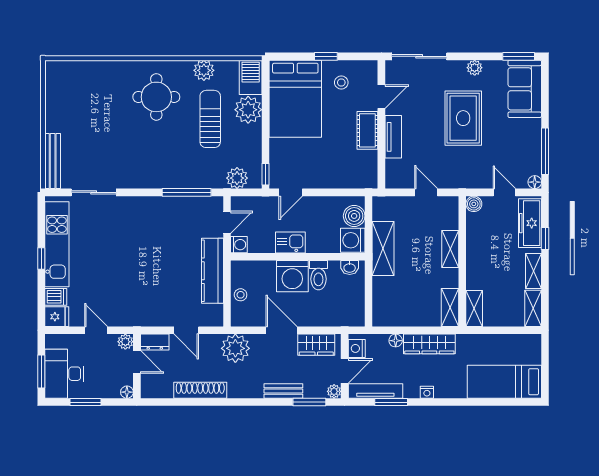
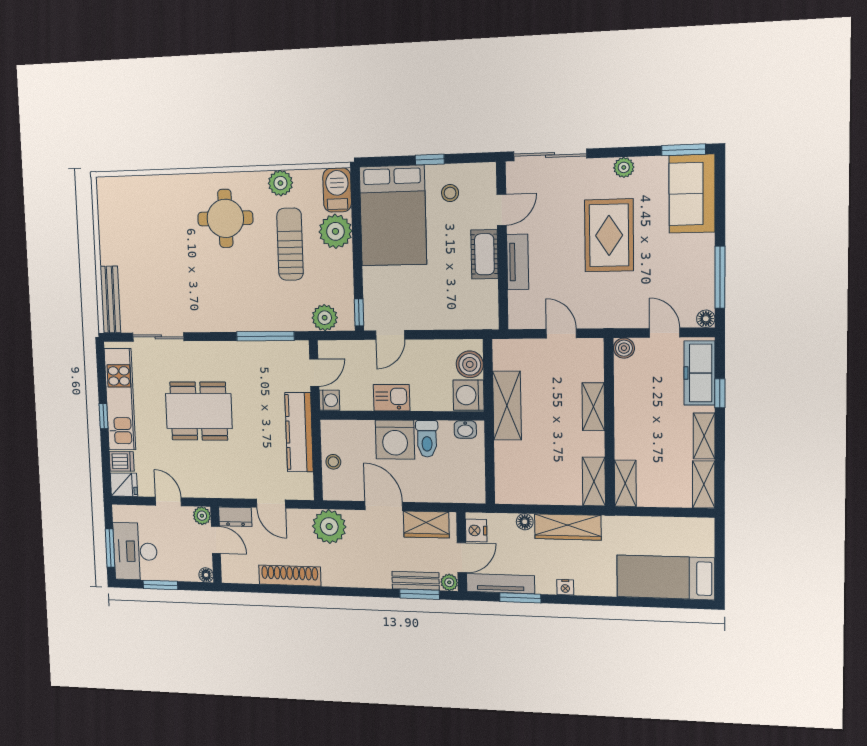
dining table: (126, 254) -> (199, 411), added
bench: (283, 391) -> (416, 581), moved

